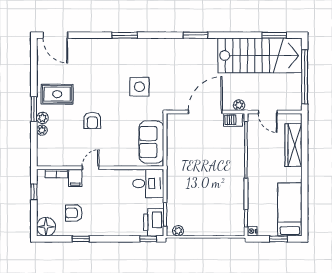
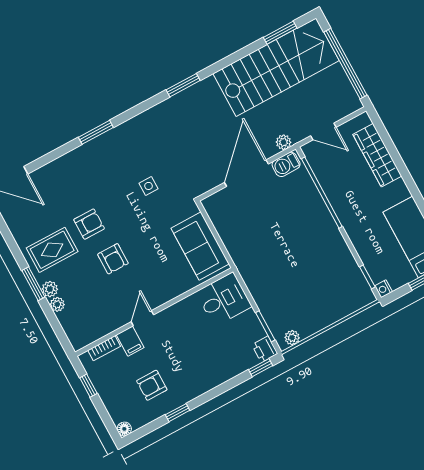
side table: (139, 87) -> (149, 186), width x0.54, depth x0.54
armchair: (89, 90) -> (89, 224), added
printer: (154, 222) -> (265, 349), width x0.53, depth x0.68
floor lamp: (46, 227) -> (124, 429), width x0.53, depth x0.53

